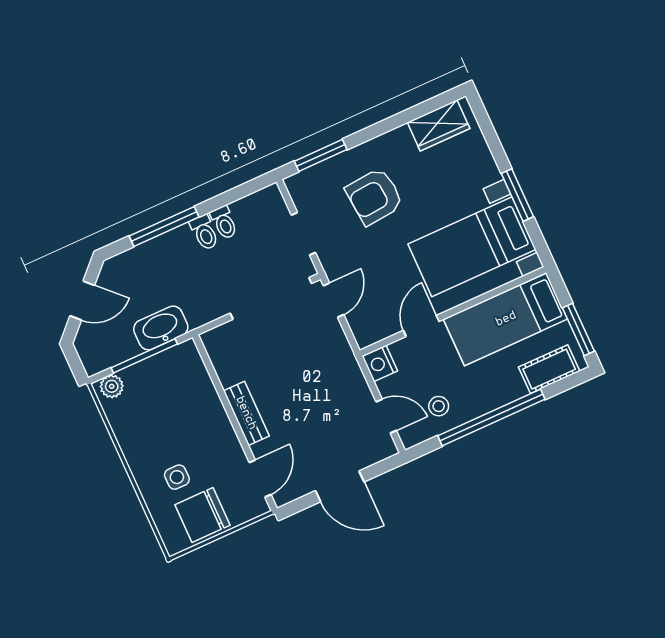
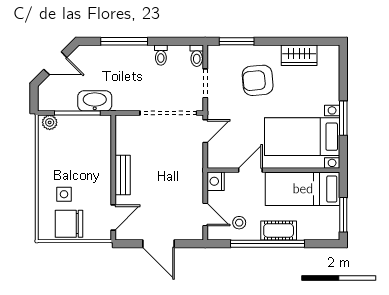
wardrobe: (439, 125) -> (299, 55), moved
toilet: (204, 232) -> (197, 56), moved
cot: (549, 369) -> (279, 230), moved

